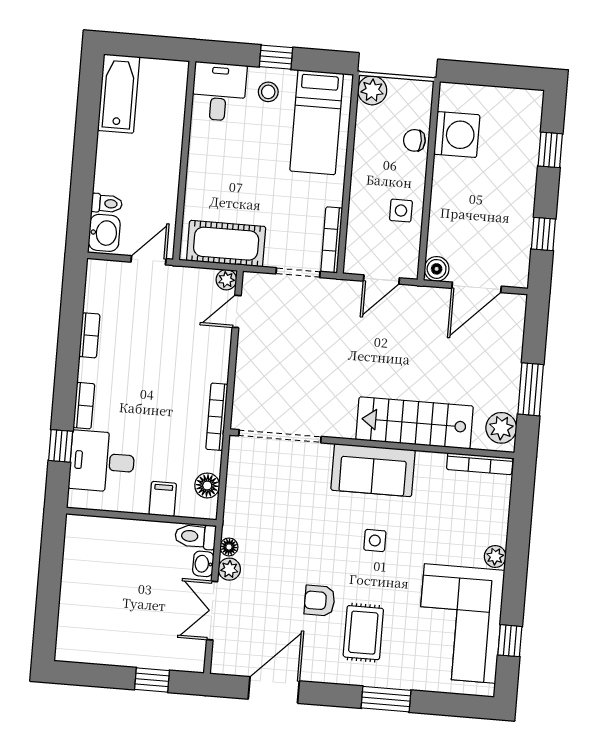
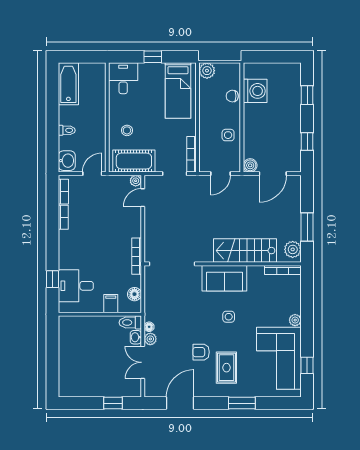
stool: (268, 92) -> (127, 130), moved
toilet: (107, 203) -> (67, 130), moved
bookcase: (84, 406) -> (63, 192), moved

